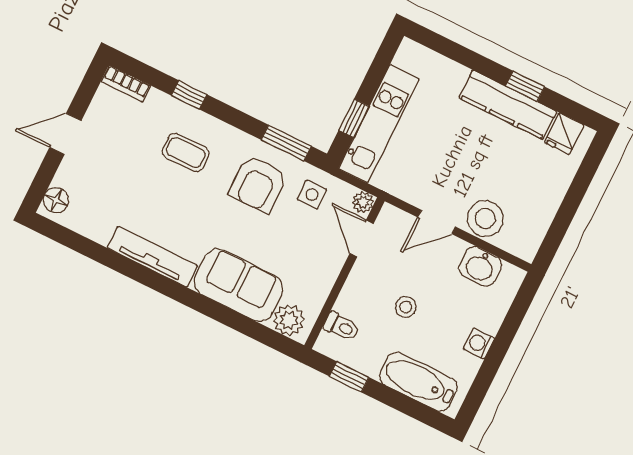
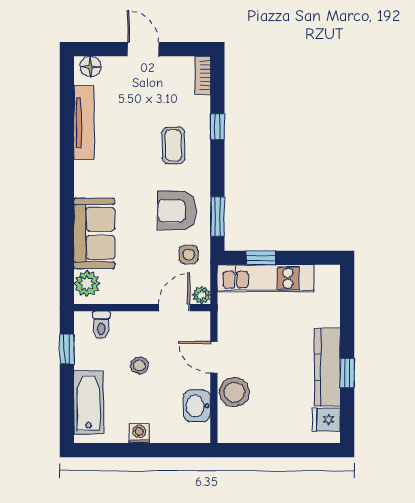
tv unit: (152, 257) -> (84, 123), moved

